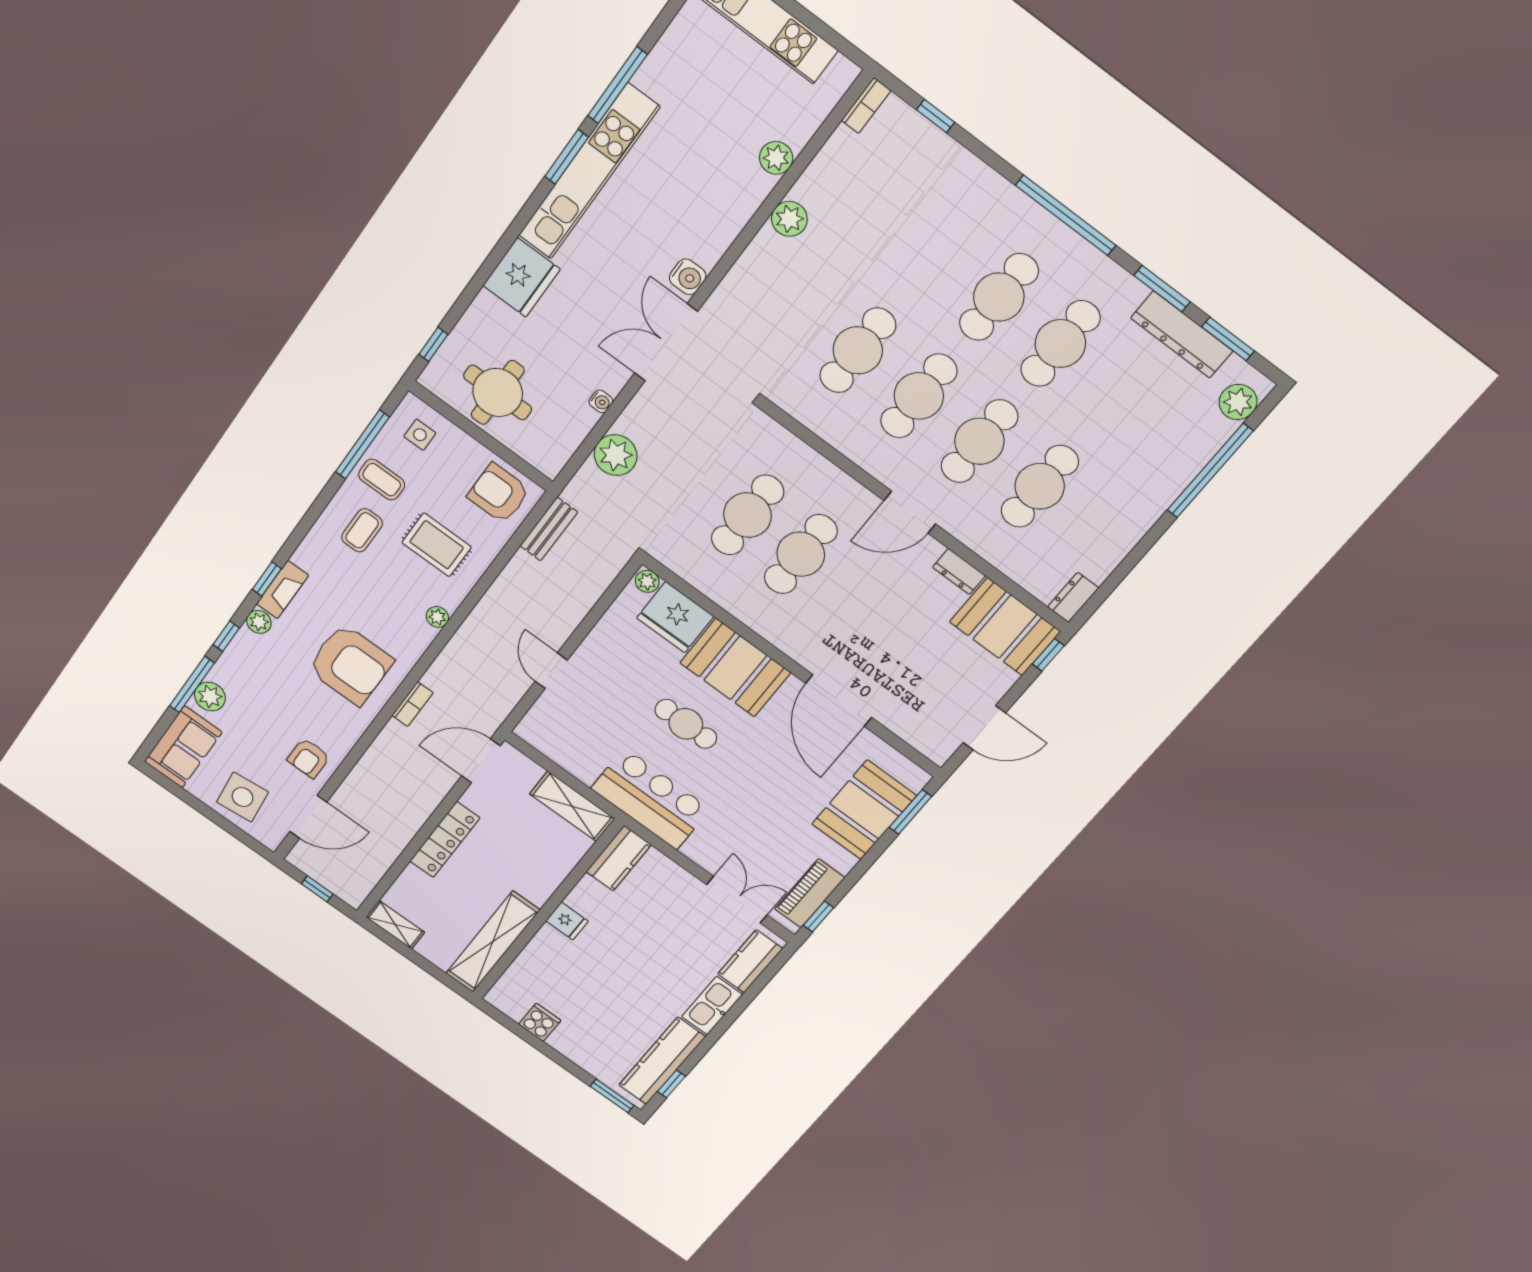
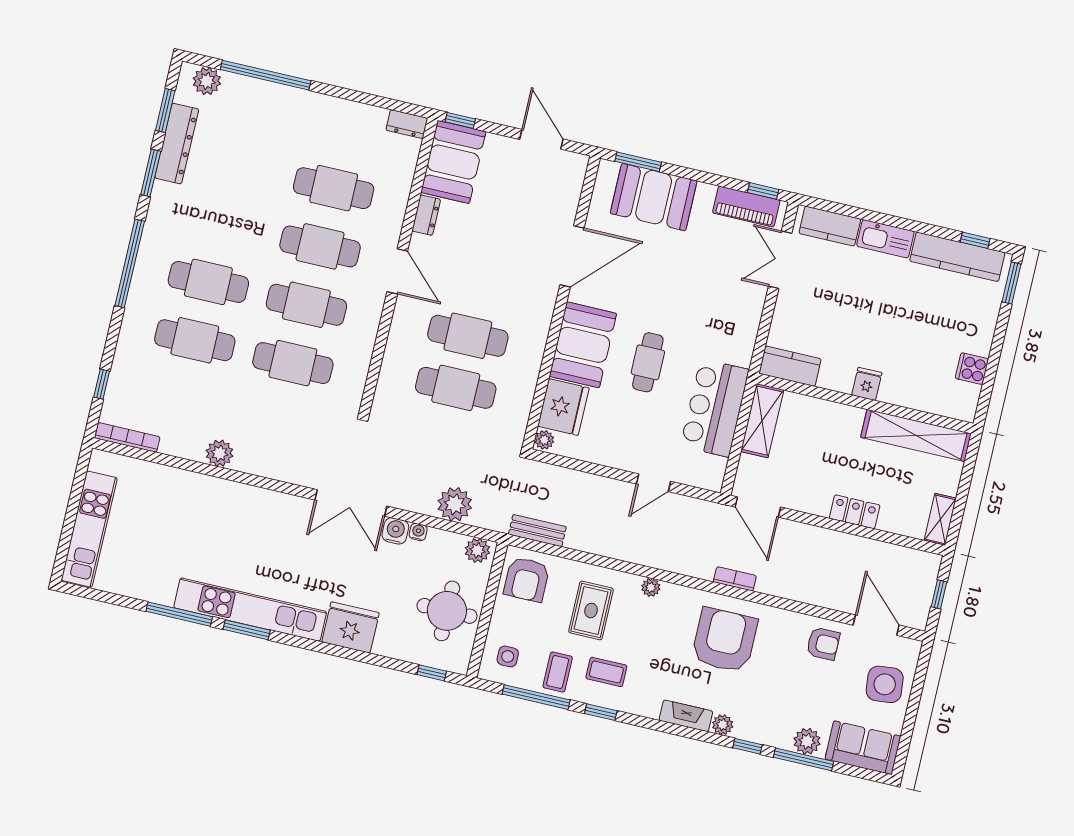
bookcase: (866, 106) -> (127, 437), width x1.56
plant: (776, 158) -> (477, 550), moved
water cooler: (688, 277) -> (395, 531), moved
cafe table: (1060, 344) -> (195, 340), moved
window: (267, 579) -> (601, 712), moved
bar counter: (651, 799) -> (715, 408), moved
locker: (445, 840) -> (855, 512), width x0.66

